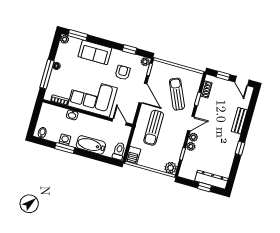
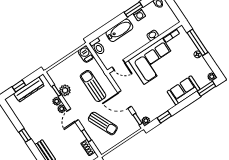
armchair: (123, 73) -> (152, 98), removed
plant: (171, 168) -> (65, 90), moved
dresser: (211, 180) -> (29, 89), moved

